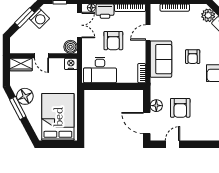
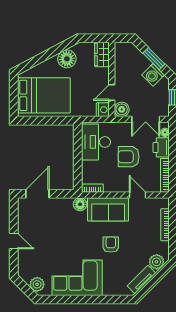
door: (42, 56) -> (112, 93), moved
armchair: (193, 57) -> (111, 245), turned 90
floor lamp: (156, 106) -> (80, 204), moved
window: (18, 108) -> (54, 51), removed
armchair: (180, 108) -> (54, 231), removed
door: (172, 144) -> (14, 241), moved

